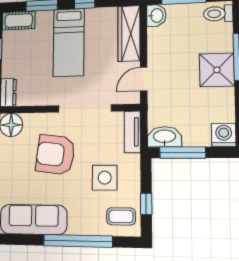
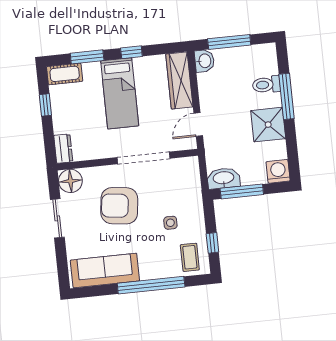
toilet: (218, 14) -> (266, 85), moved
shower: (217, 70) -> (268, 125), moved
tv unit: (132, 132) -> (192, 177), removed
side table: (105, 178) -> (170, 223), width x0.54, depth x0.54
coffee table: (121, 216) -> (190, 257), turned 90

